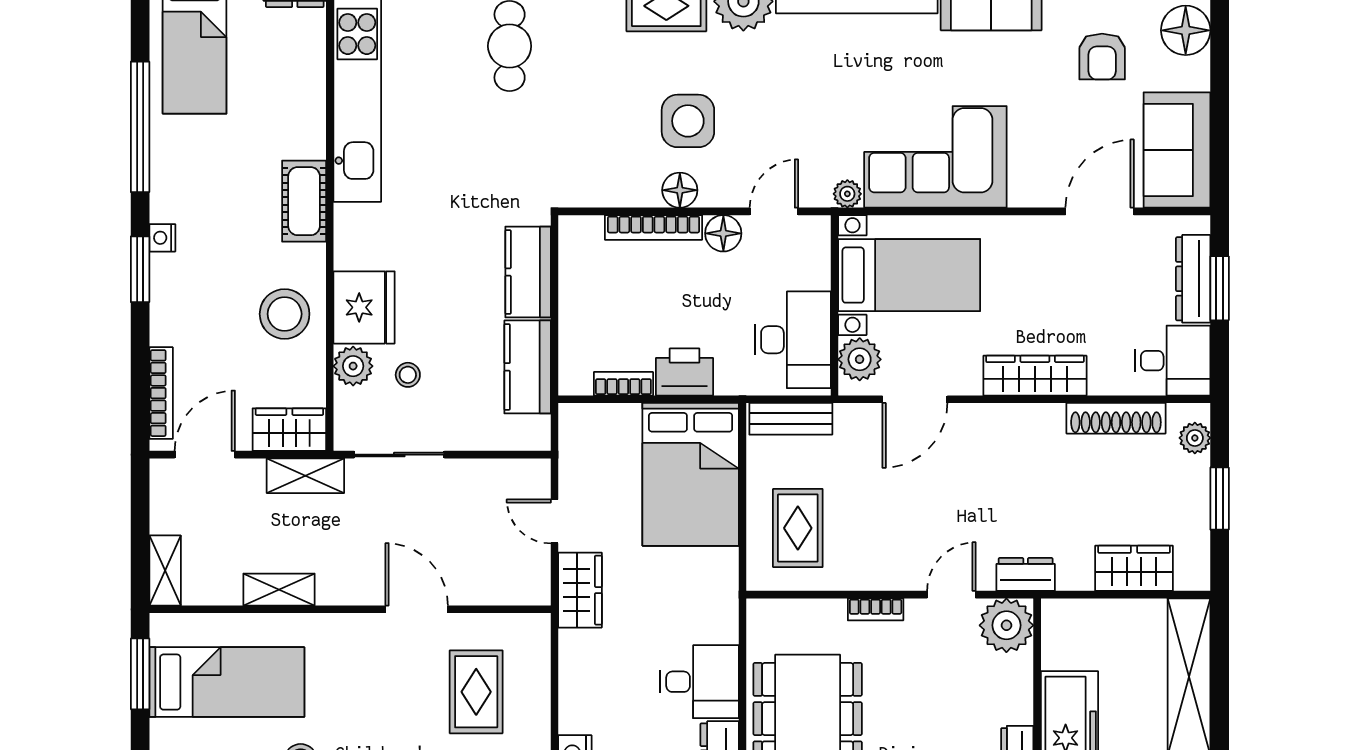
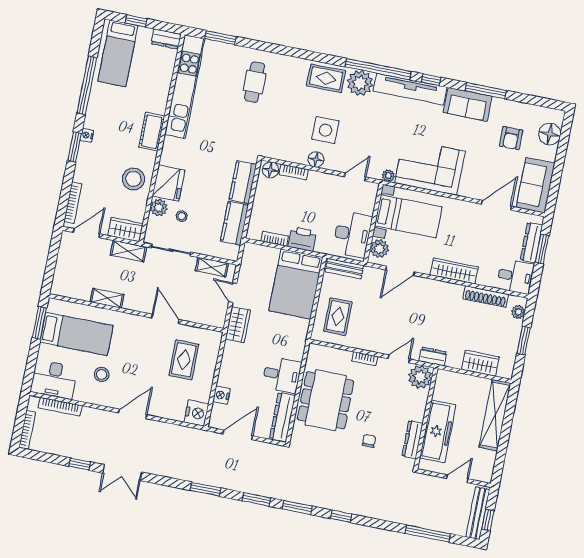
bookcase: (654, 228) -> (294, 172), width x0.64
floor lamp: (723, 233) -> (270, 170), moved
shelving: (165, 571) -> (212, 267), moved, turned 90

